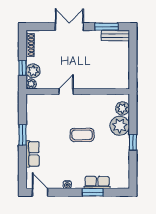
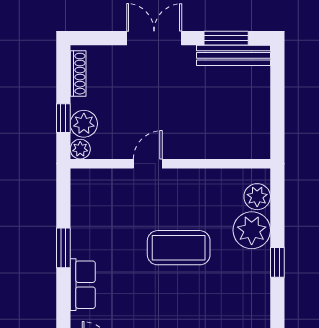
bench: (115, 36) -> (233, 55), width x1.36
coffee table: (82, 135) -> (179, 248), width x1.36, depth x1.32

